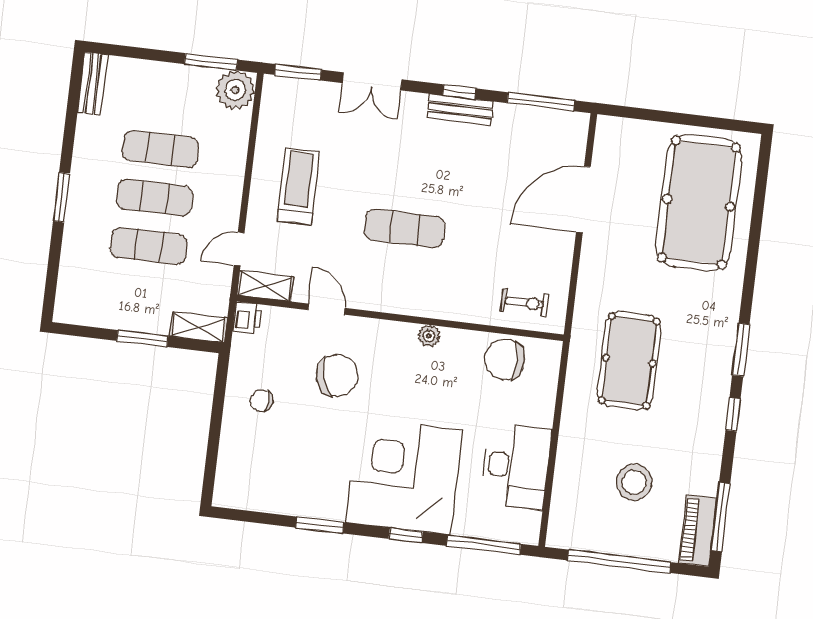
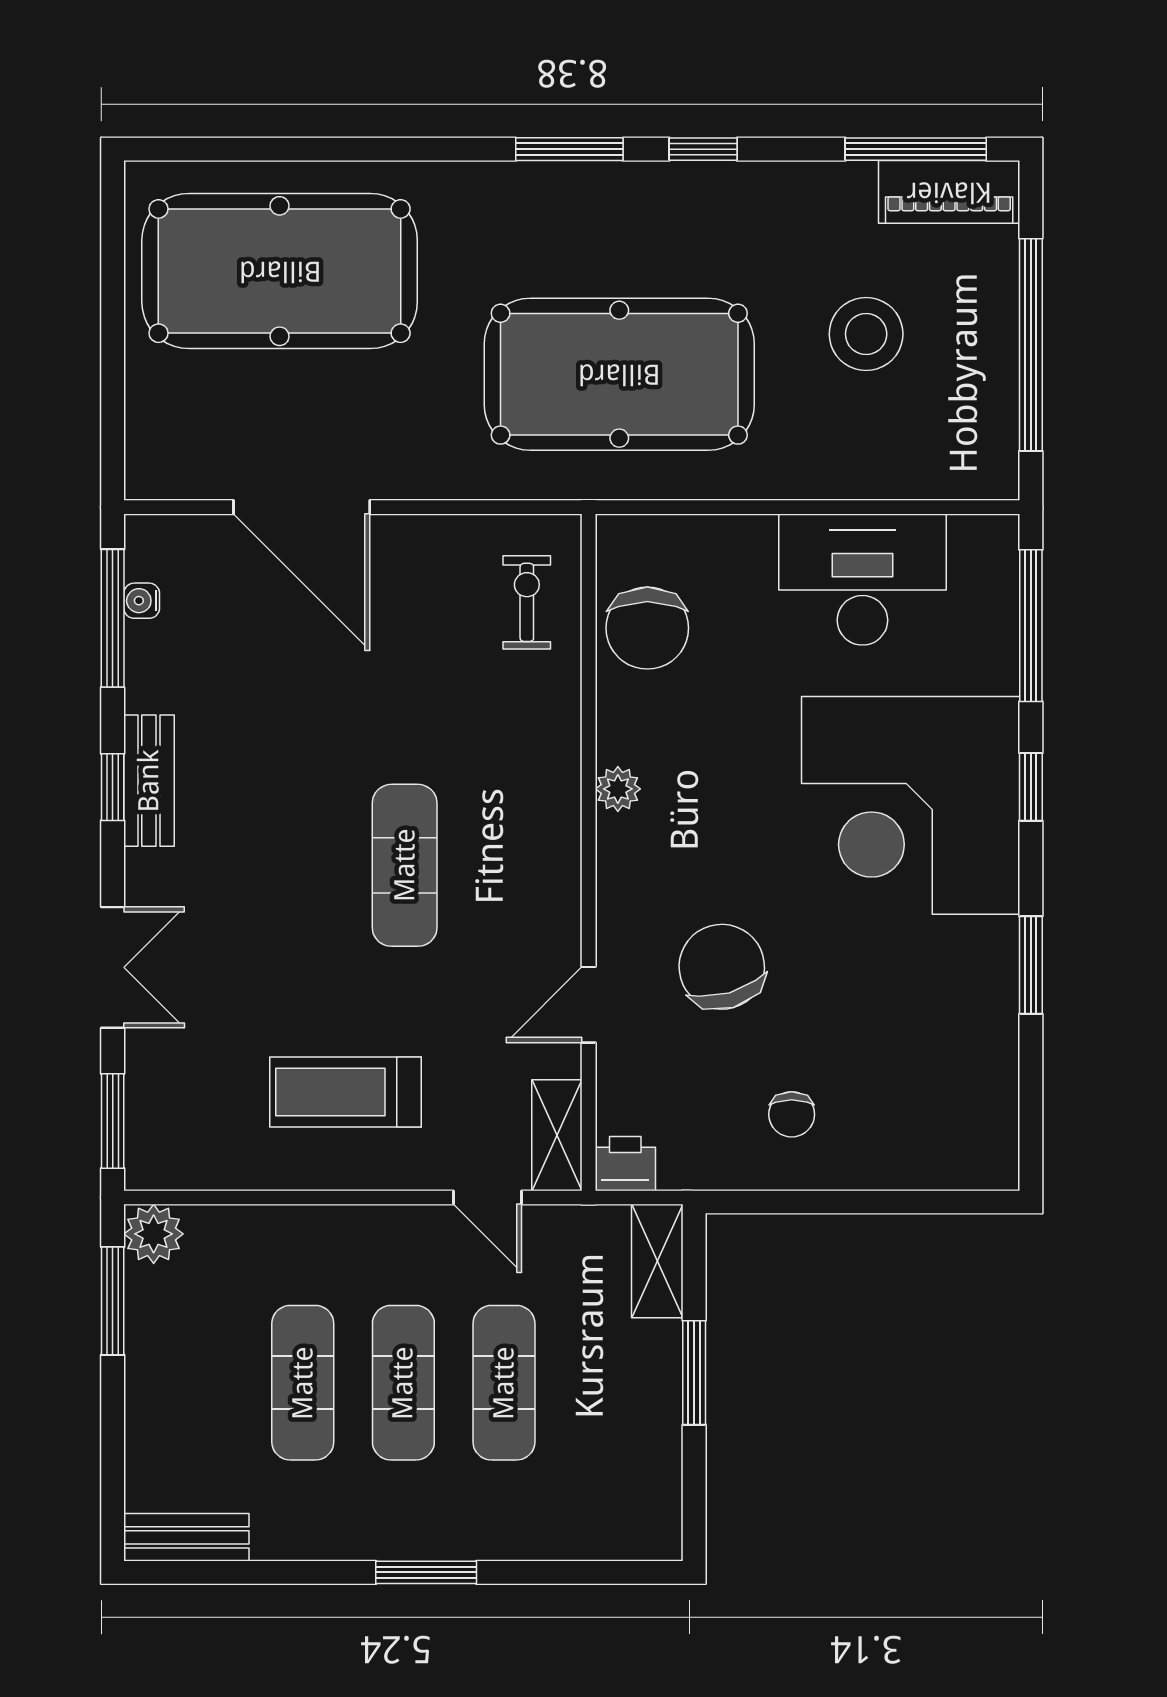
plant: (235, 90) -> (154, 1234), width x0.73, depth x0.73
water cooler: (548, 117) -> (142, 601), added
pool table: (629, 361) -> (619, 374), width x1.36, depth x1.32

